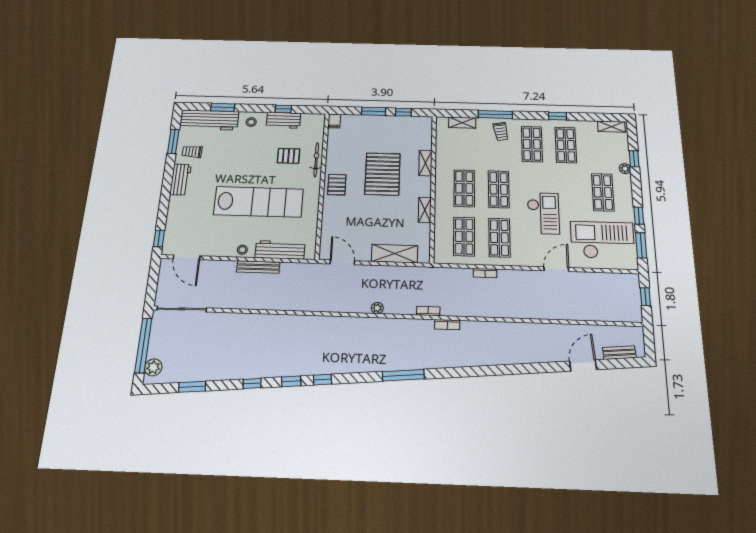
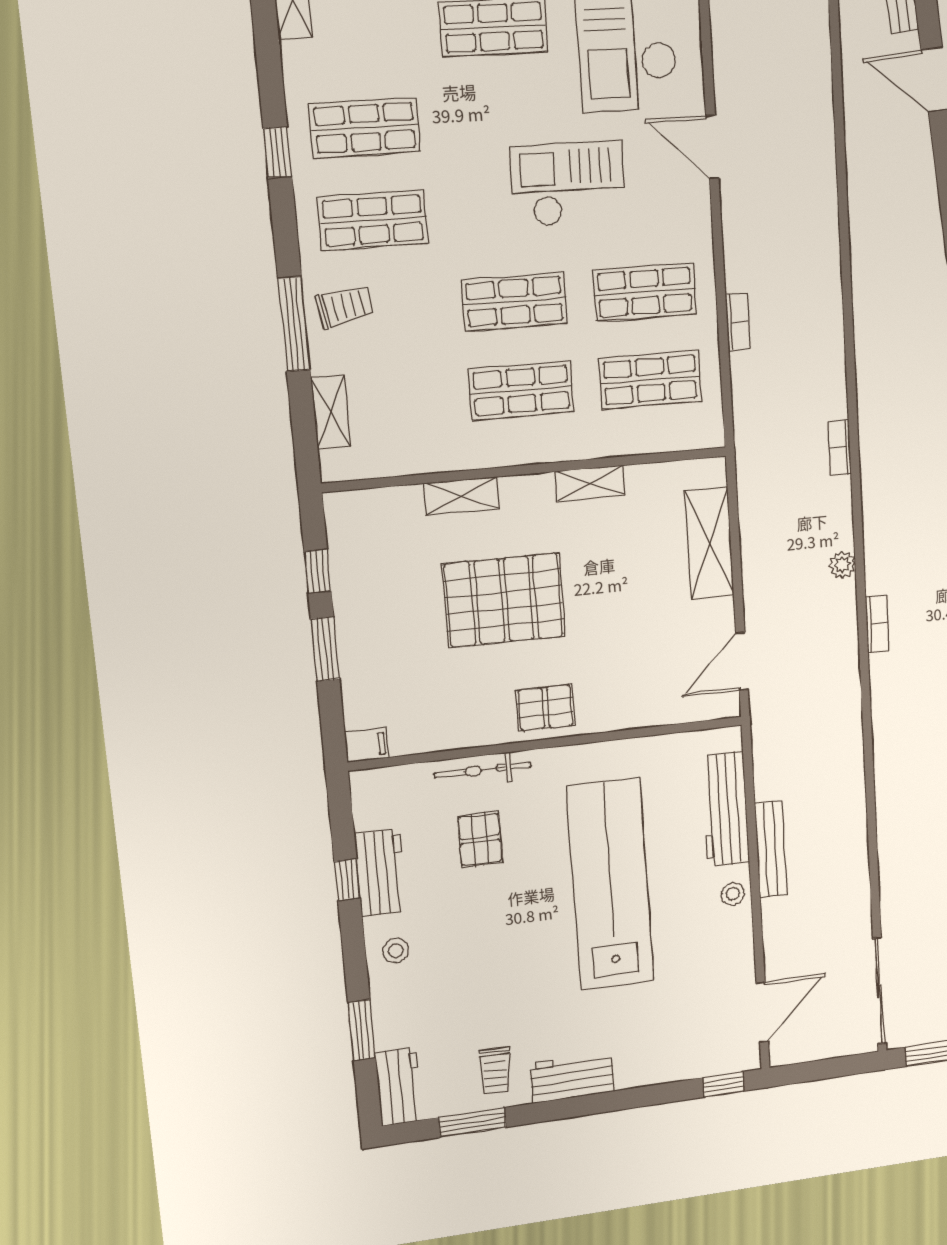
workbench: (209, 120) -> (399, 1087), width x0.53, depth x0.76
bookcase: (447, 325) -> (877, 624), moved

